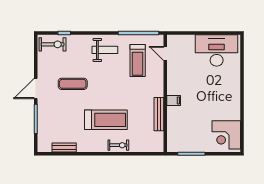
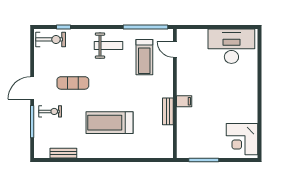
bench: (159, 114) -> (168, 111), width x0.73
treadmill: (106, 120) -> (109, 123), turned 180
exercise bike: (118, 145) -> (50, 111), moved

